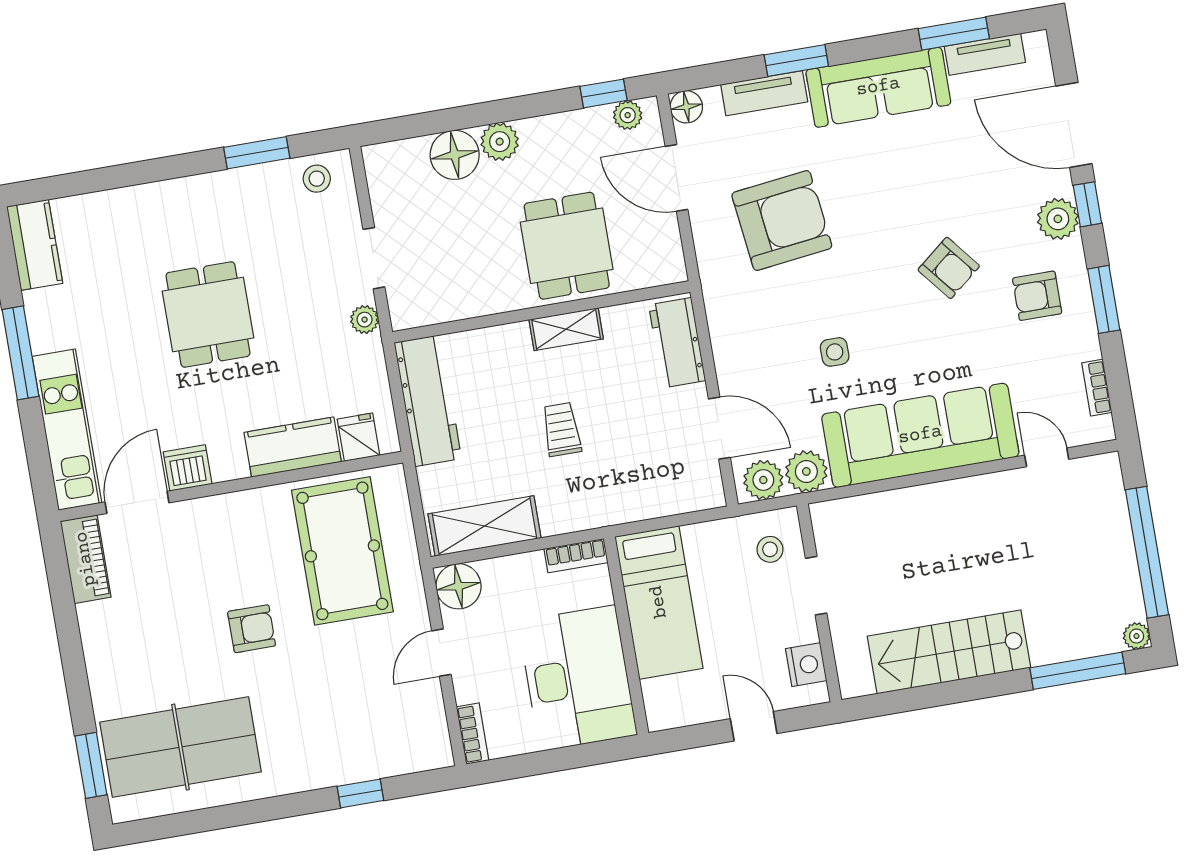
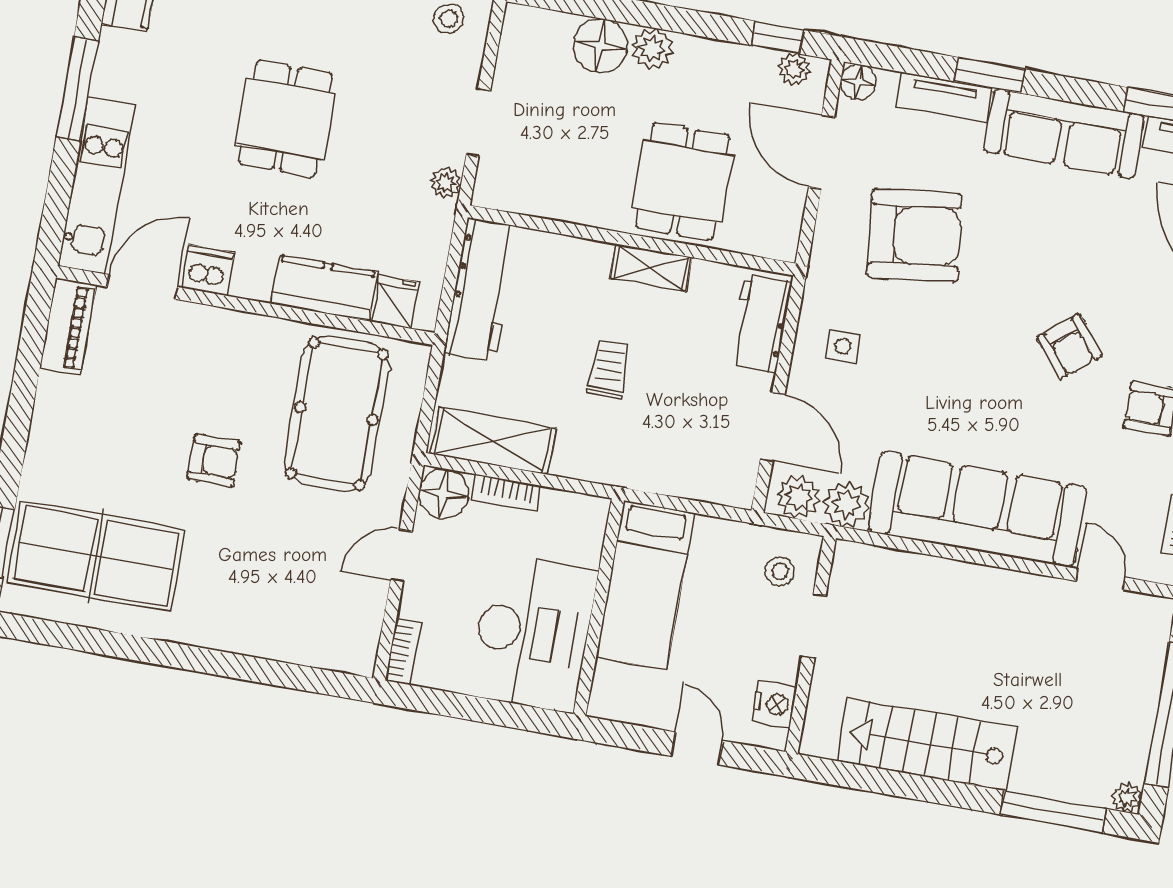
side table: (835, 352) -> (843, 346), moved
bookcase: (576, 556) -> (506, 493), moved
window: (360, 793) -> (265, 671), removed

